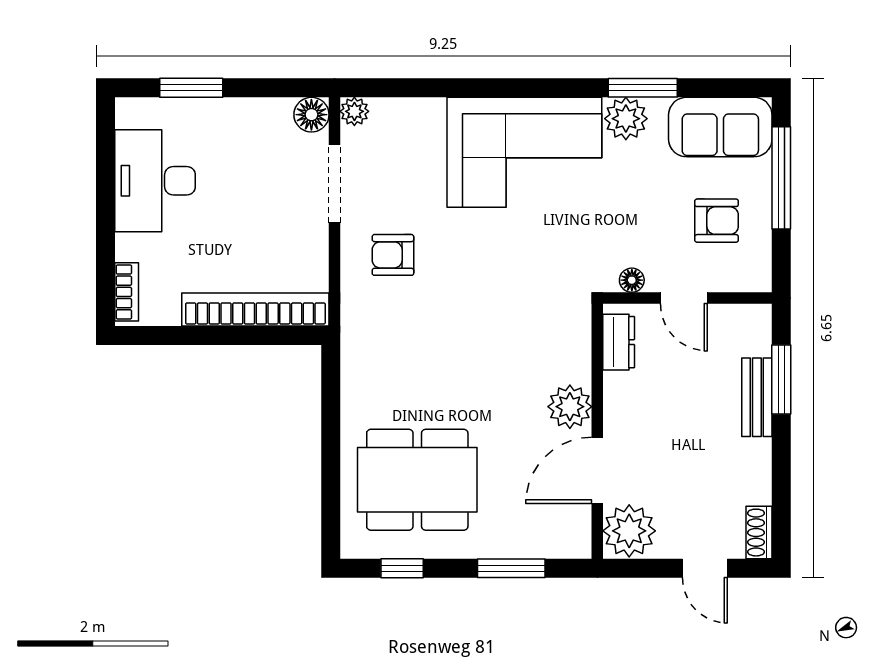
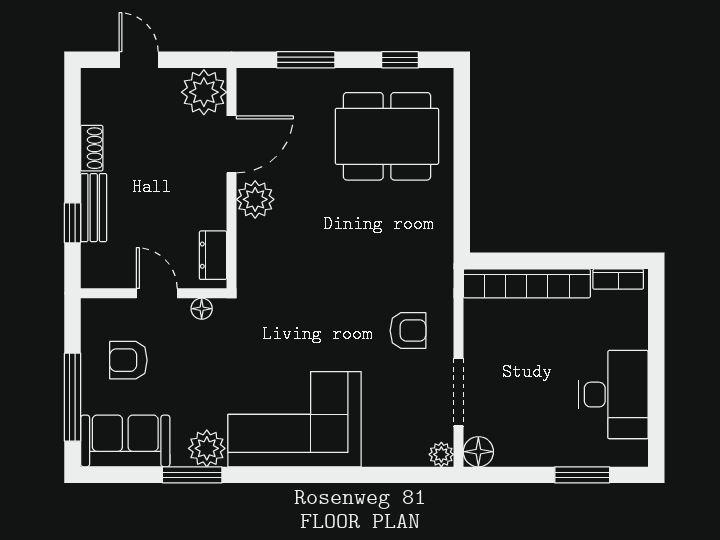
bookcase: (127, 292) -> (618, 279), moved, turned -90
window: (781, 379) -> (73, 223), width x0.67
shoe rack: (759, 533) -> (92, 148), moved

